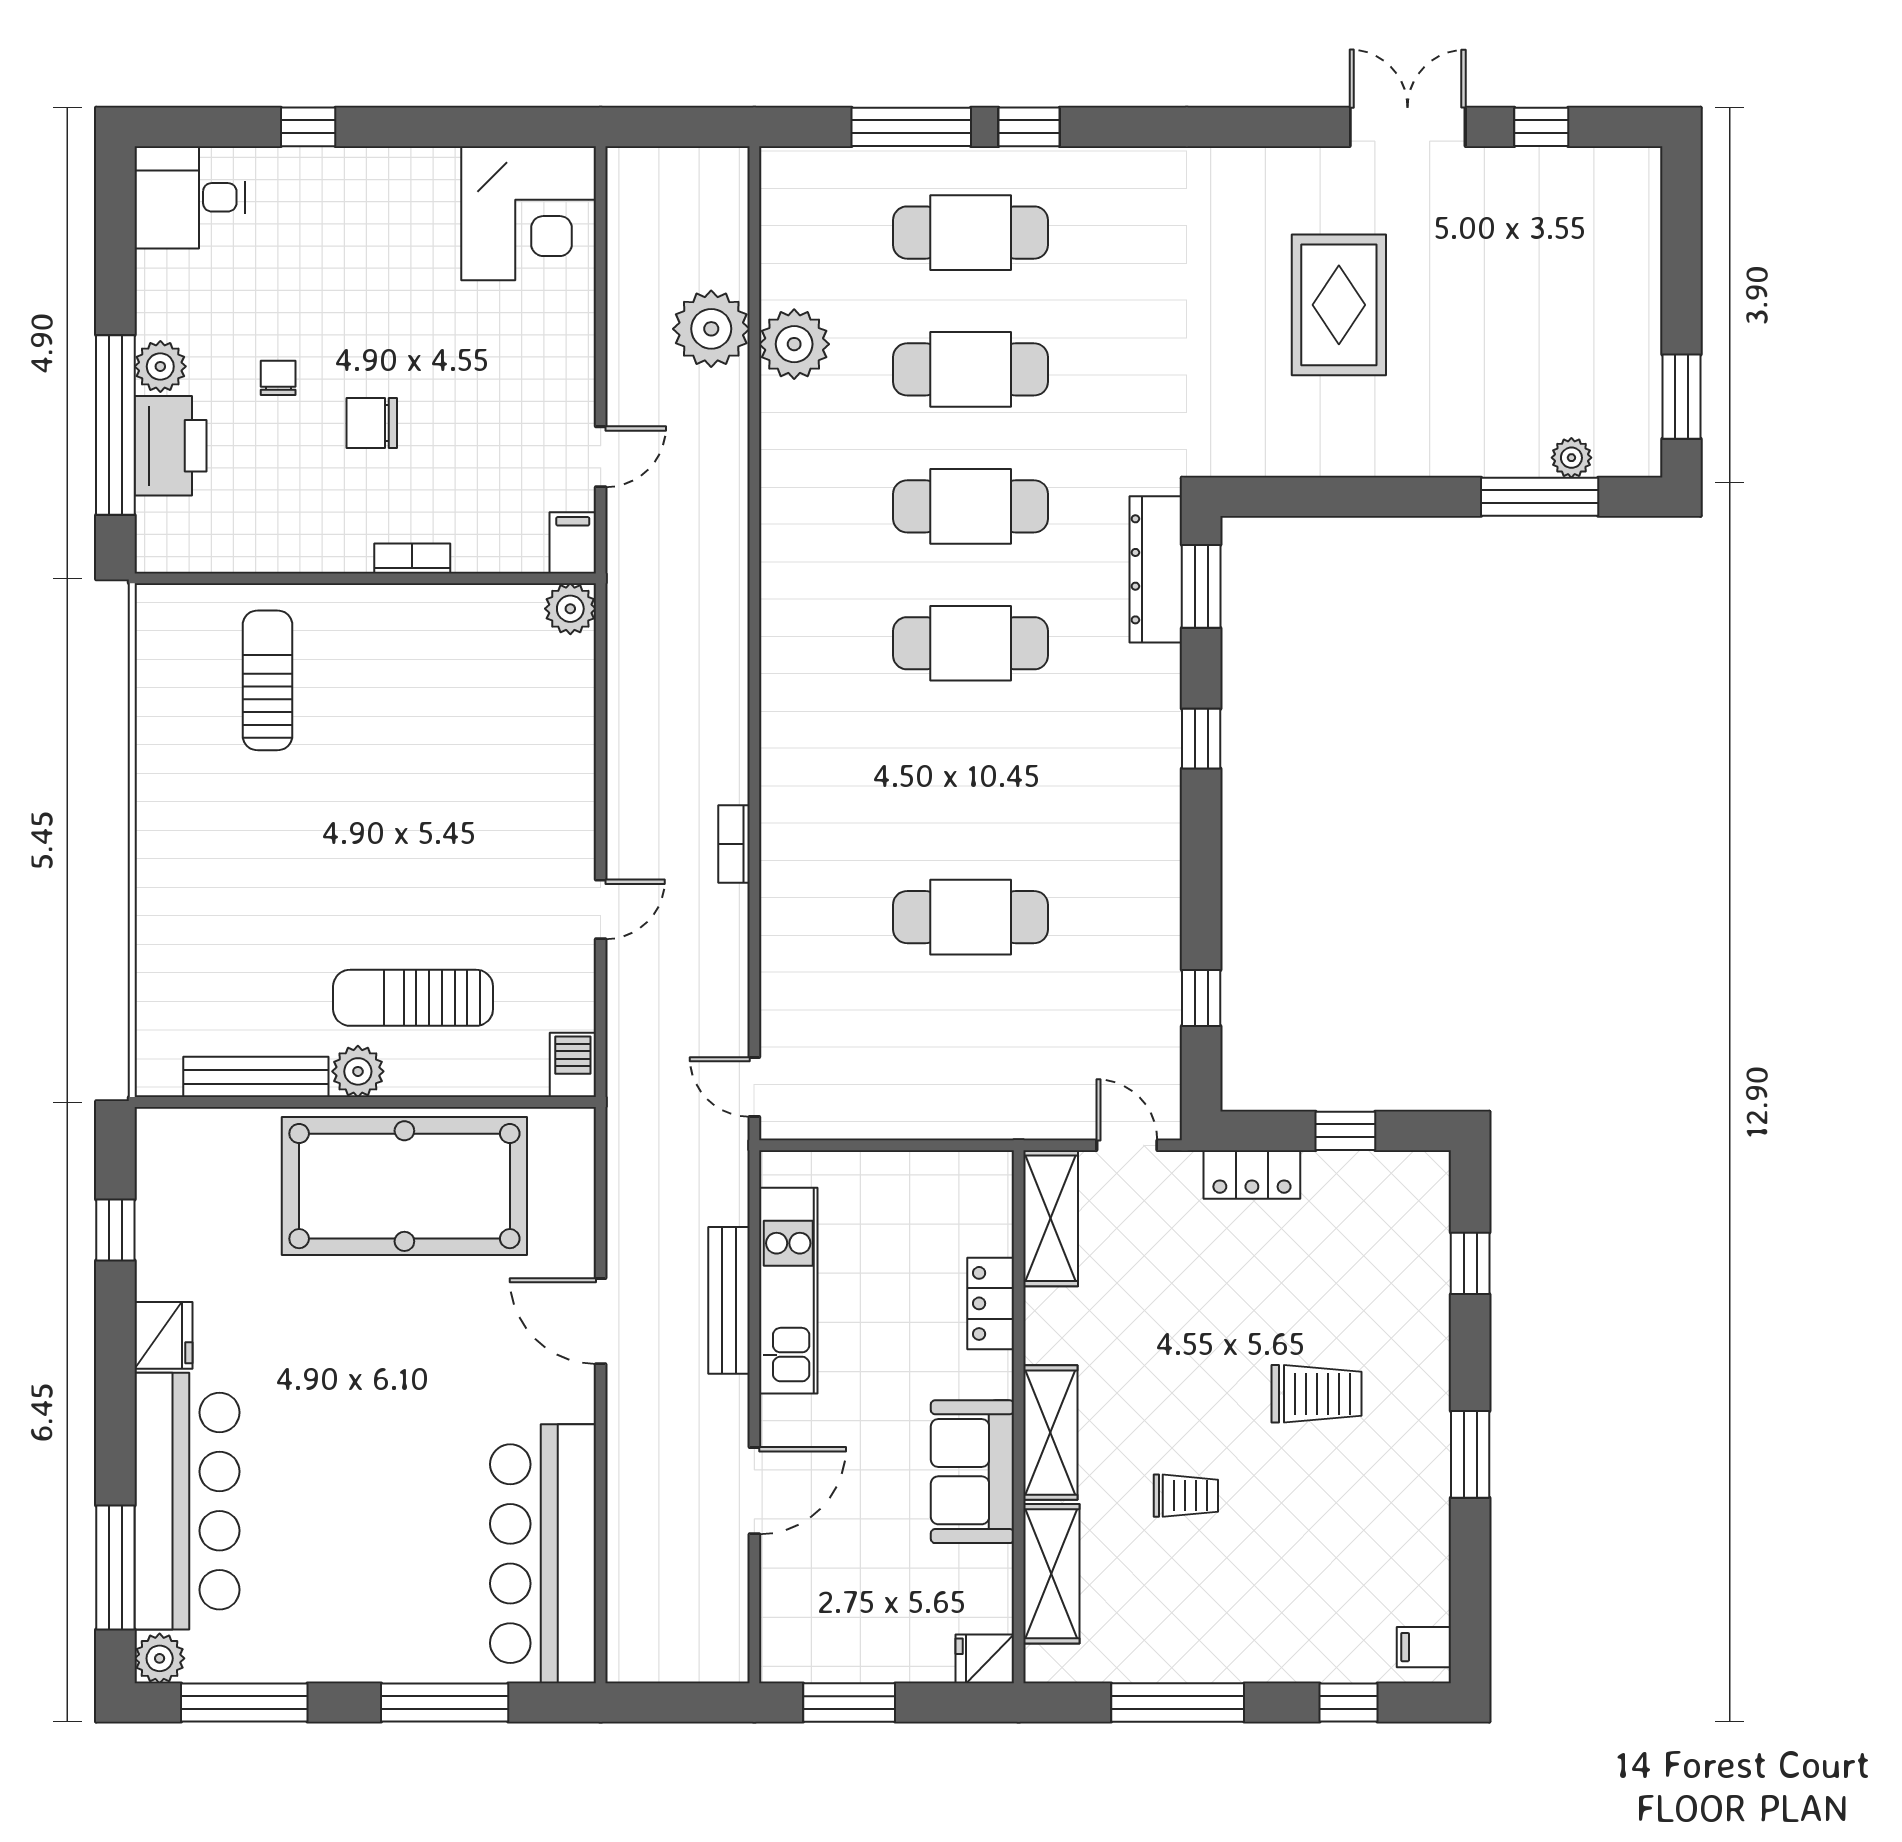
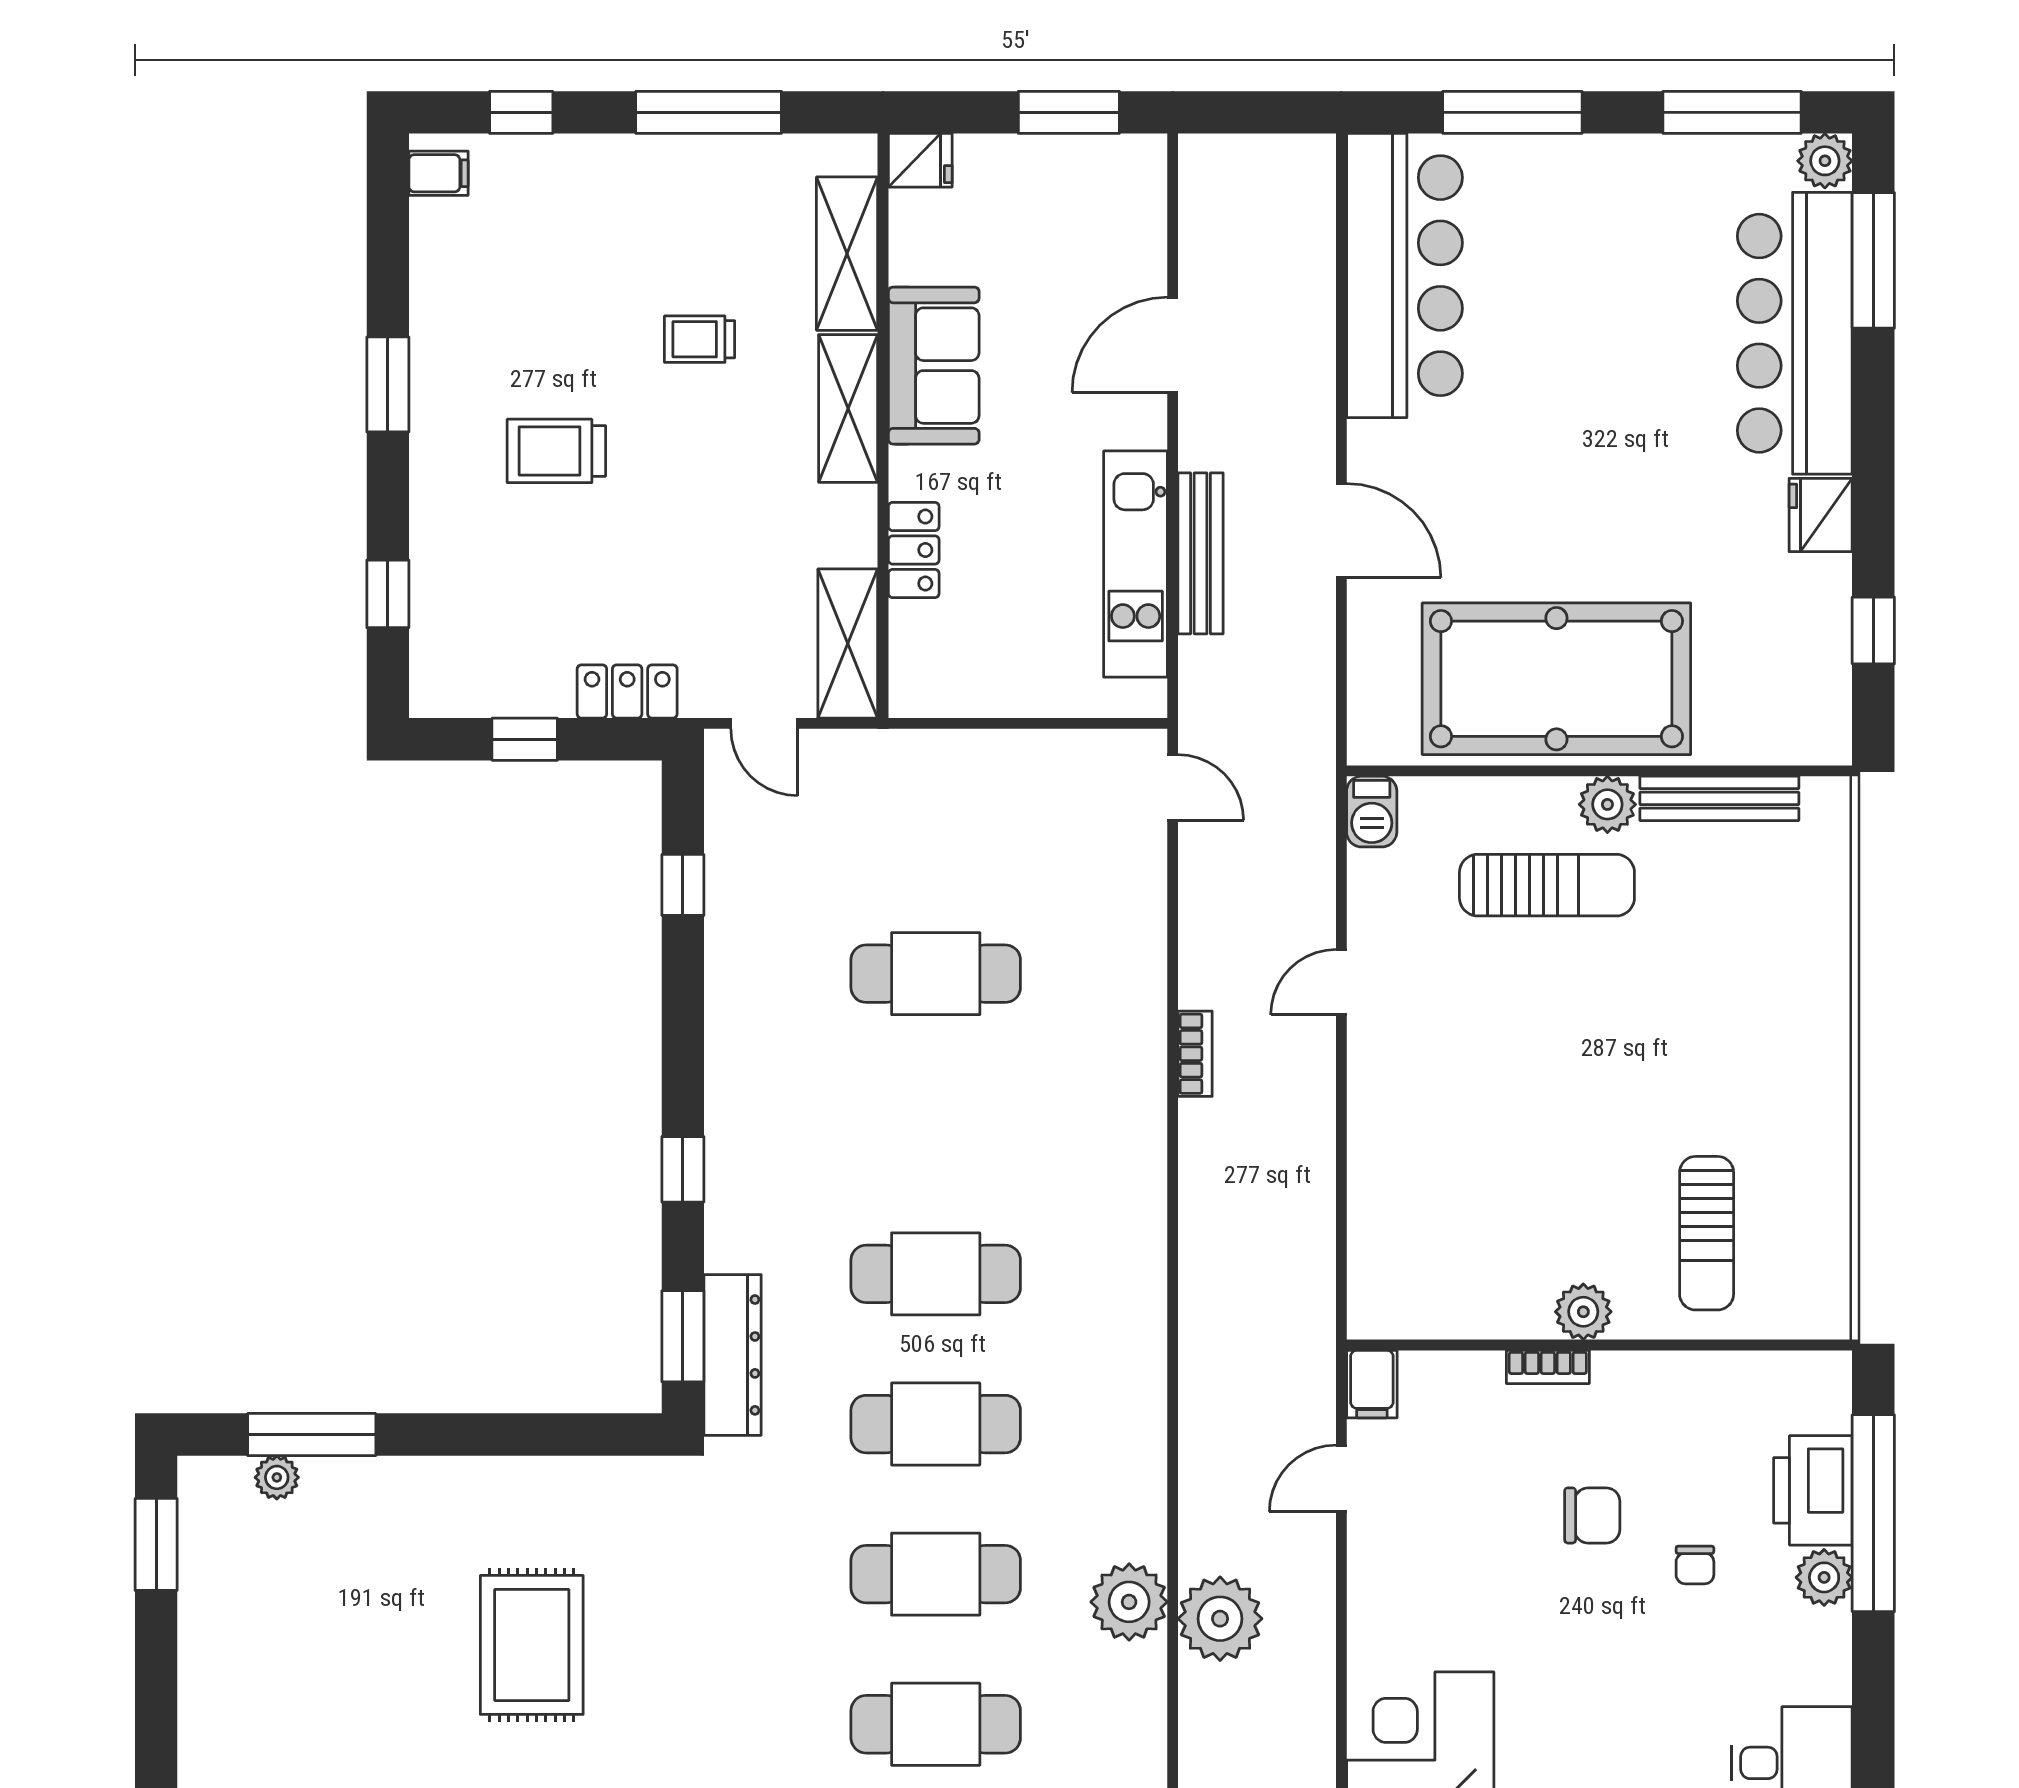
plant: (570, 609) -> (1583, 1312), moved

